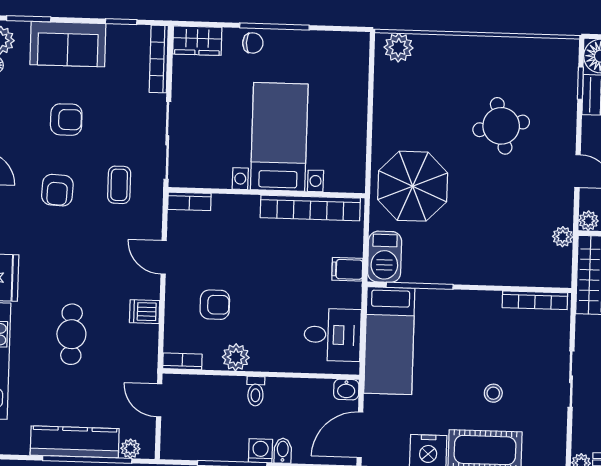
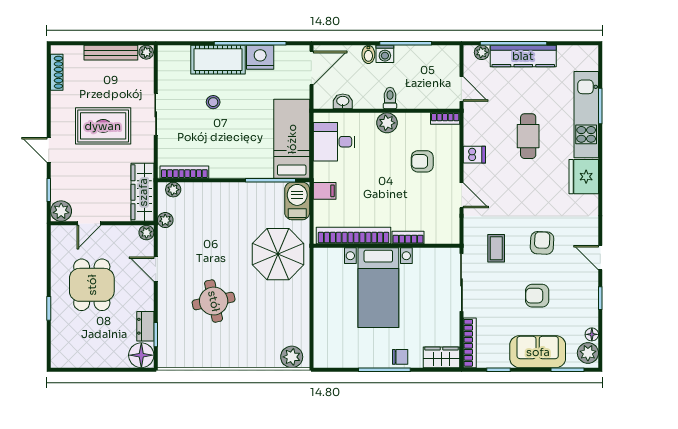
chair: (253, 43) -> (400, 357), turned 180
bookcase: (189, 201) -> (408, 238), moved
plant: (551, 277) -> (173, 190), added
plant: (236, 357) -> (387, 123), moved
washbasin: (346, 390) -> (343, 101), moved

